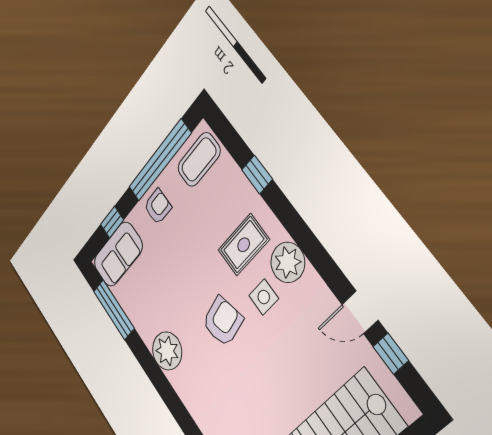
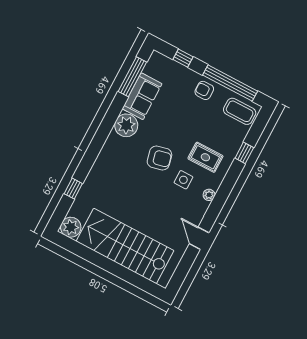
armchair: (158, 207) -> (204, 90), turned 180
sofa: (118, 254) -> (142, 96), moved, turned -90
plant: (288, 262) -> (209, 195), width x0.53, depth x0.53
window: (391, 354) -> (187, 262), removed

